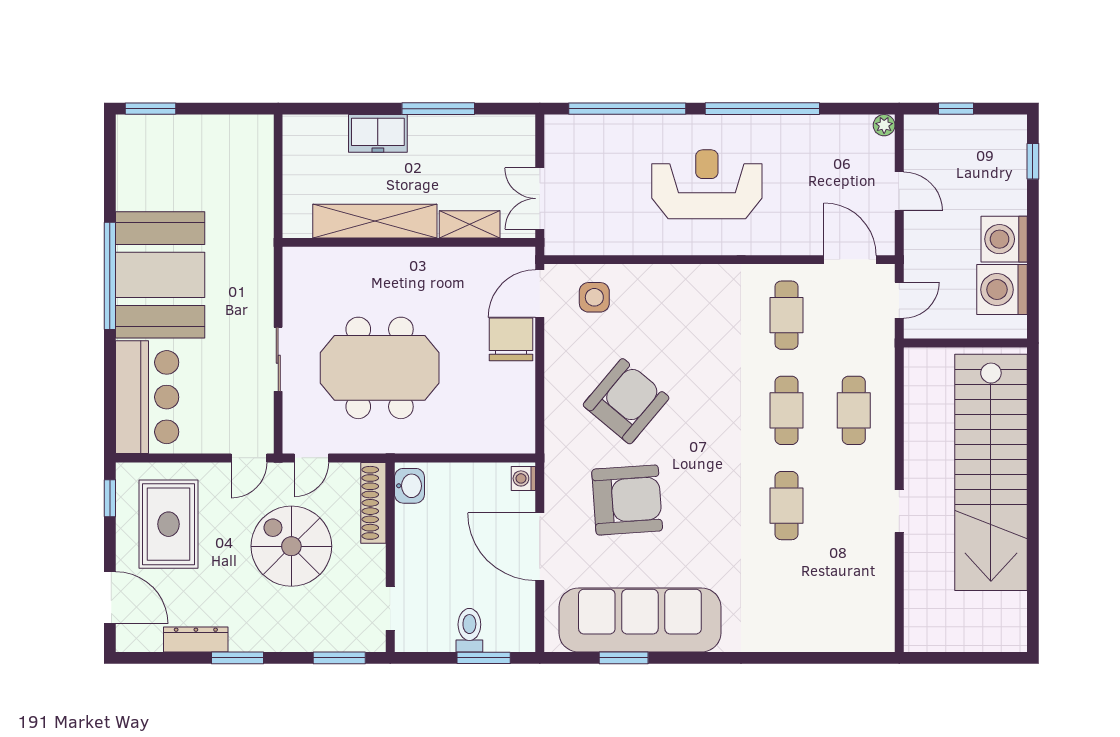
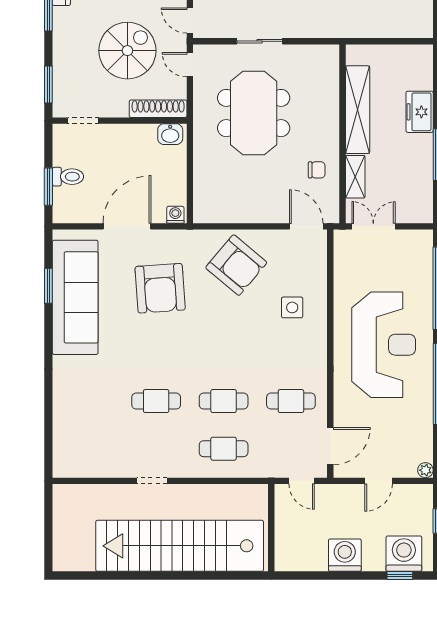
reception desk: (707, 184) -> (384, 345), width x1.36, depth x1.30
washing machine: (1002, 290) -> (404, 554), moved
side table: (594, 297) -> (292, 307), moved
chair: (511, 339) -> (317, 170), moved, width x0.54, depth x0.54
armchair: (626, 401) -> (236, 265), moved

